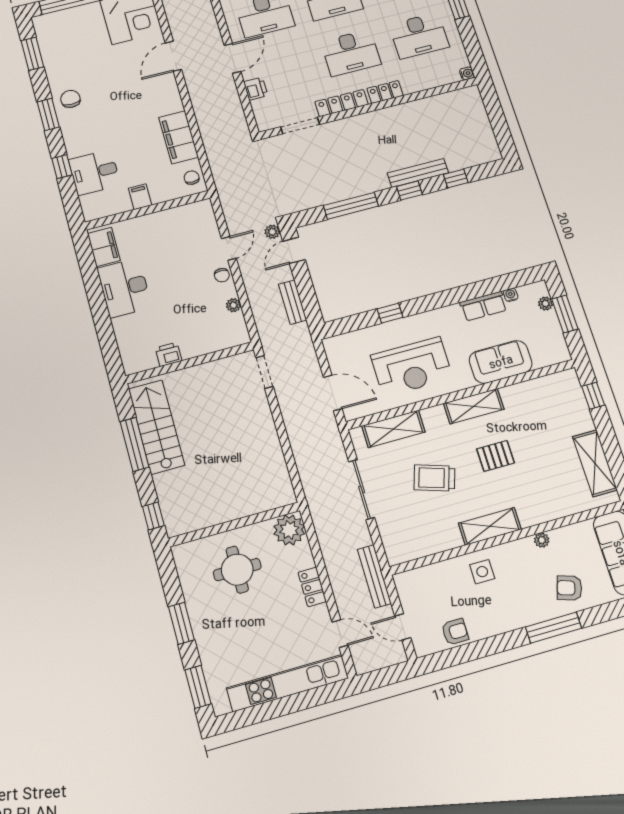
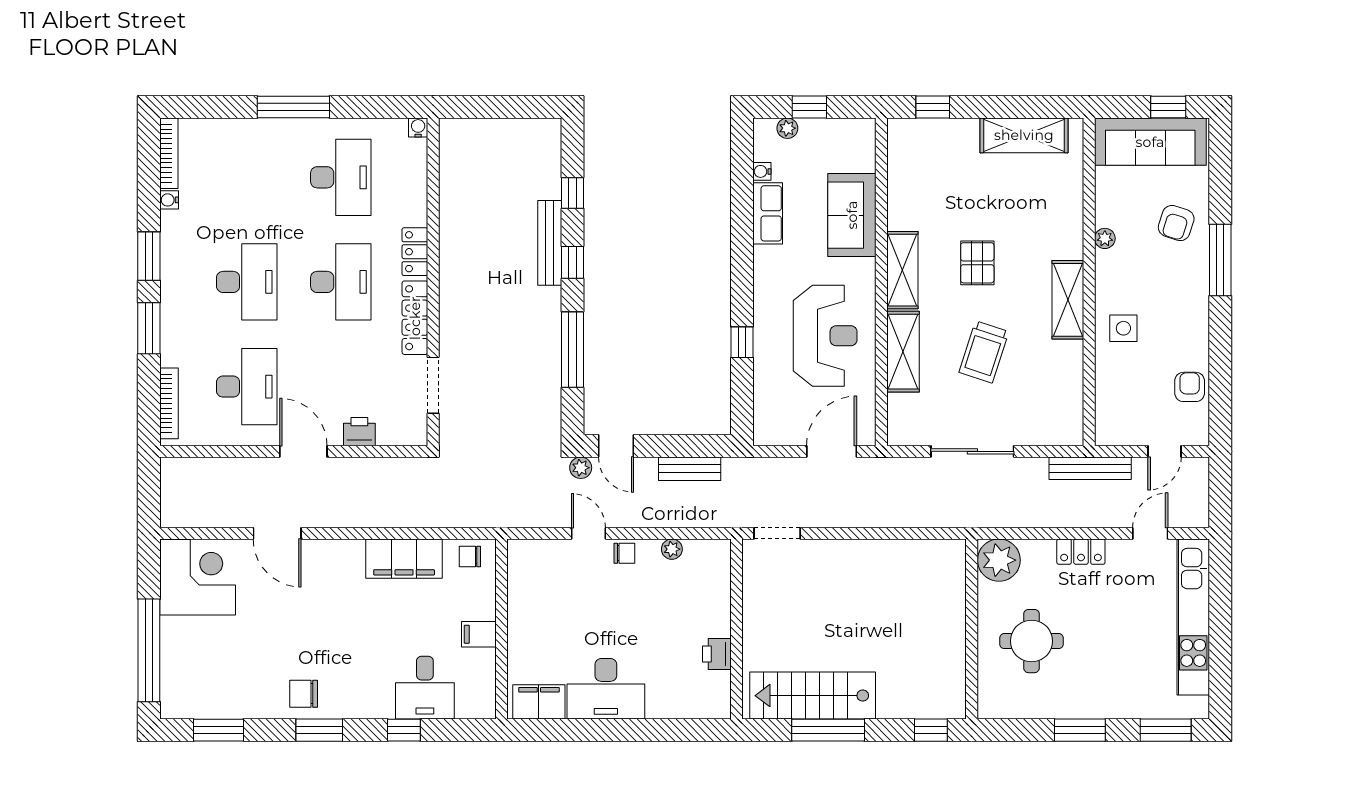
window: (565, 314) -> (809, 107), width x0.67
shelving: (393, 429) -> (903, 352), moved

